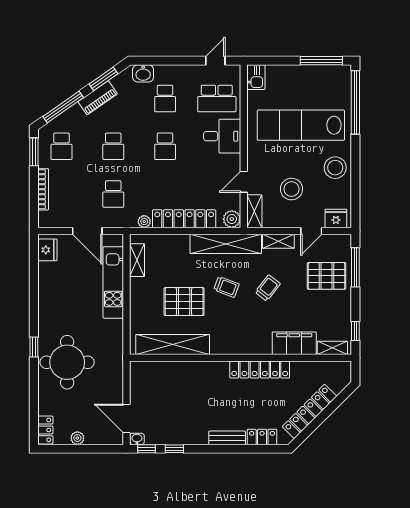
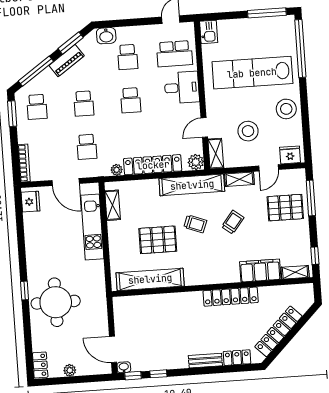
bookcase: (43, 189) -> (24, 163), moved

